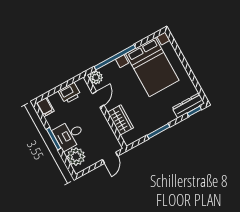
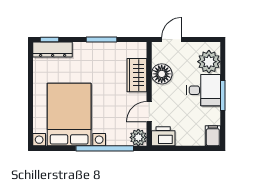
printer: (70, 93) -> (163, 136), moved
floor lamp: (104, 130) -> (162, 74), added

